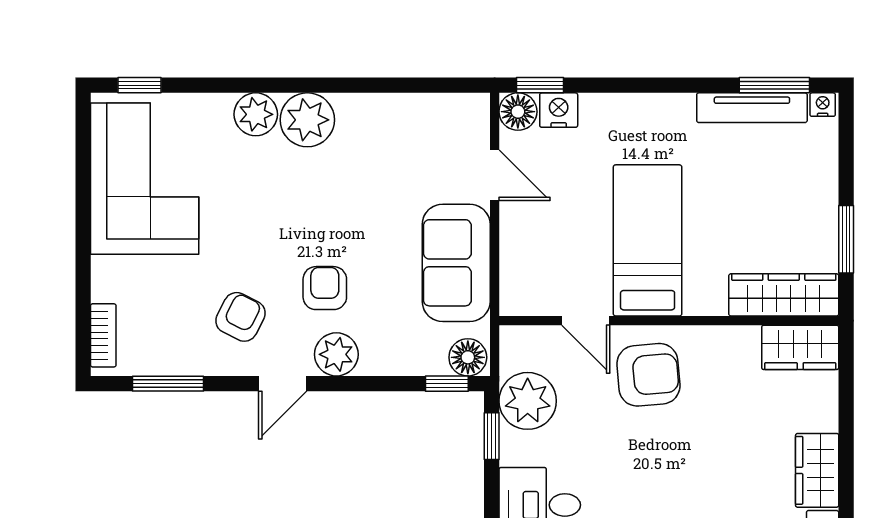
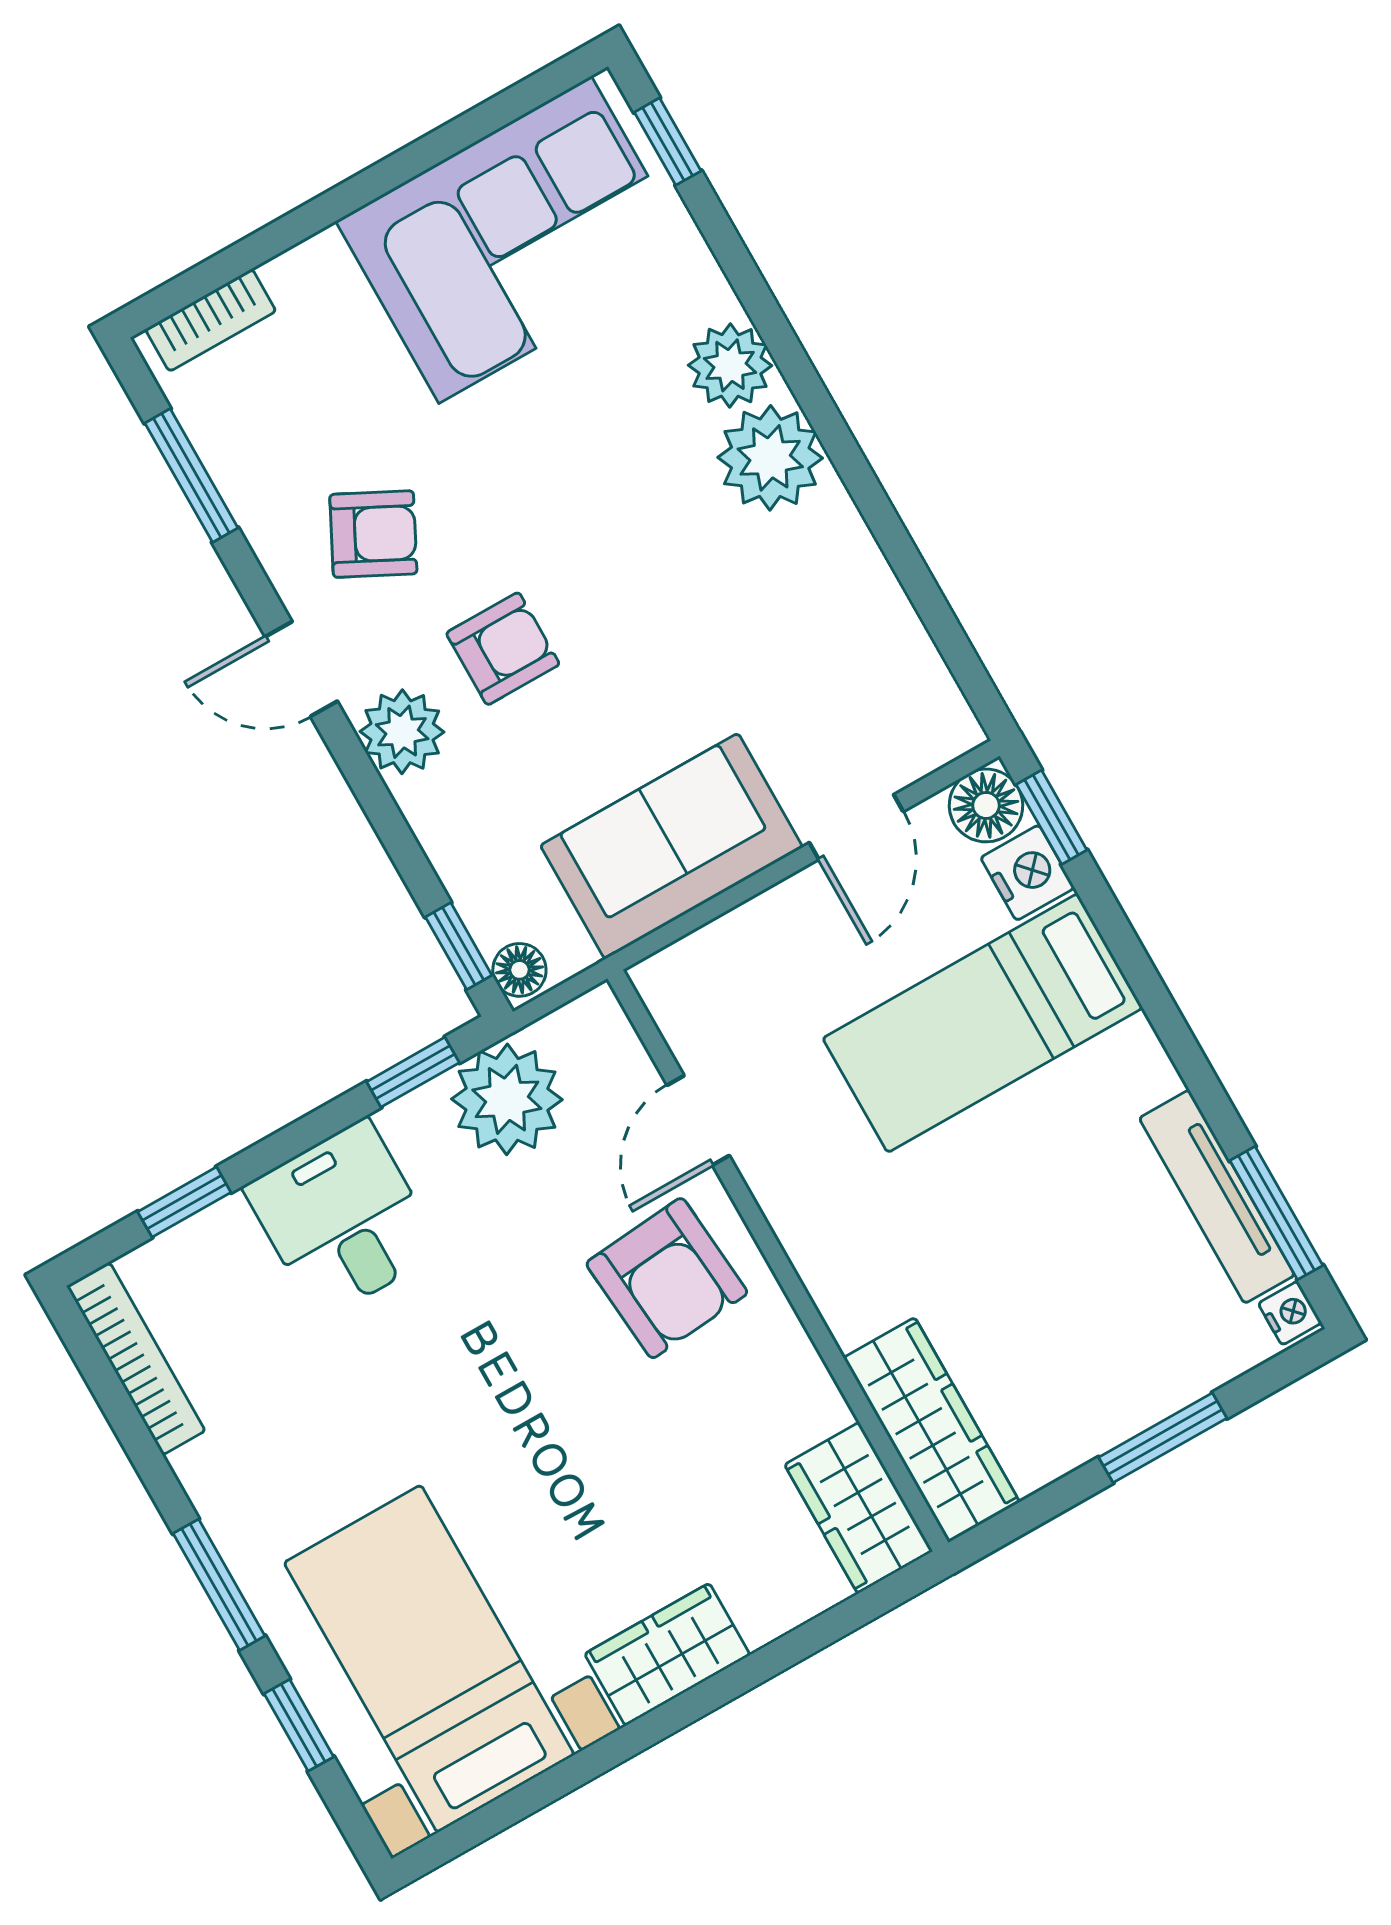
window: (846, 239) -> (1163, 1438), moved
bed: (648, 240) -> (983, 1023), moved, turned 180
floor lamp: (468, 357) -> (519, 970), width x0.73, depth x0.73

